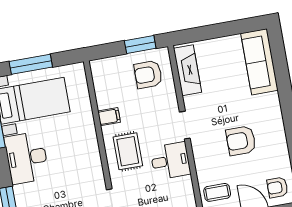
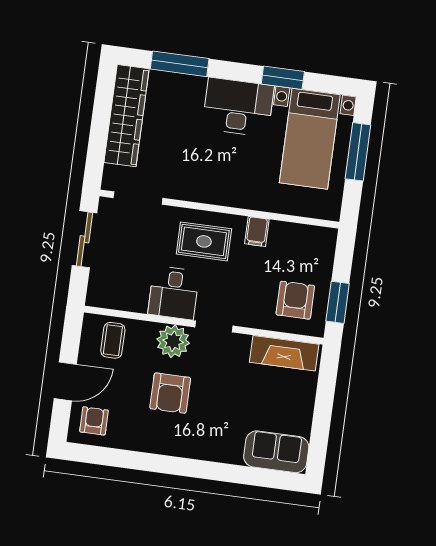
sofa: (259, 62) -> (276, 452), width x0.73
armchair: (241, 141) -> (170, 393), turned 180
plant: (204, 150) -> (173, 341), added

